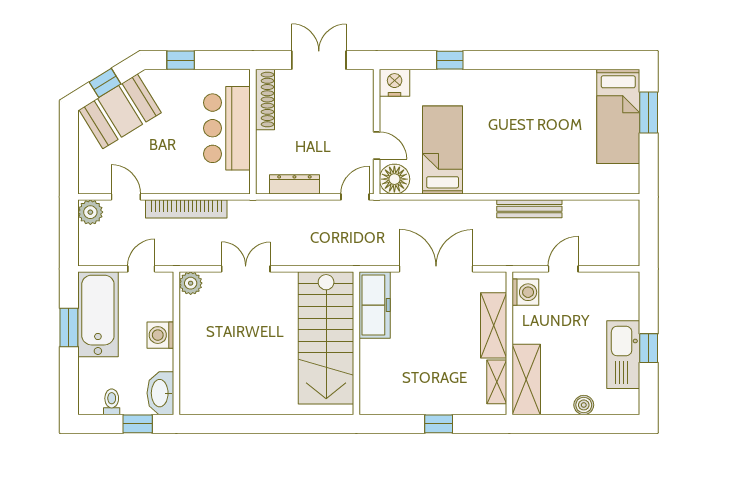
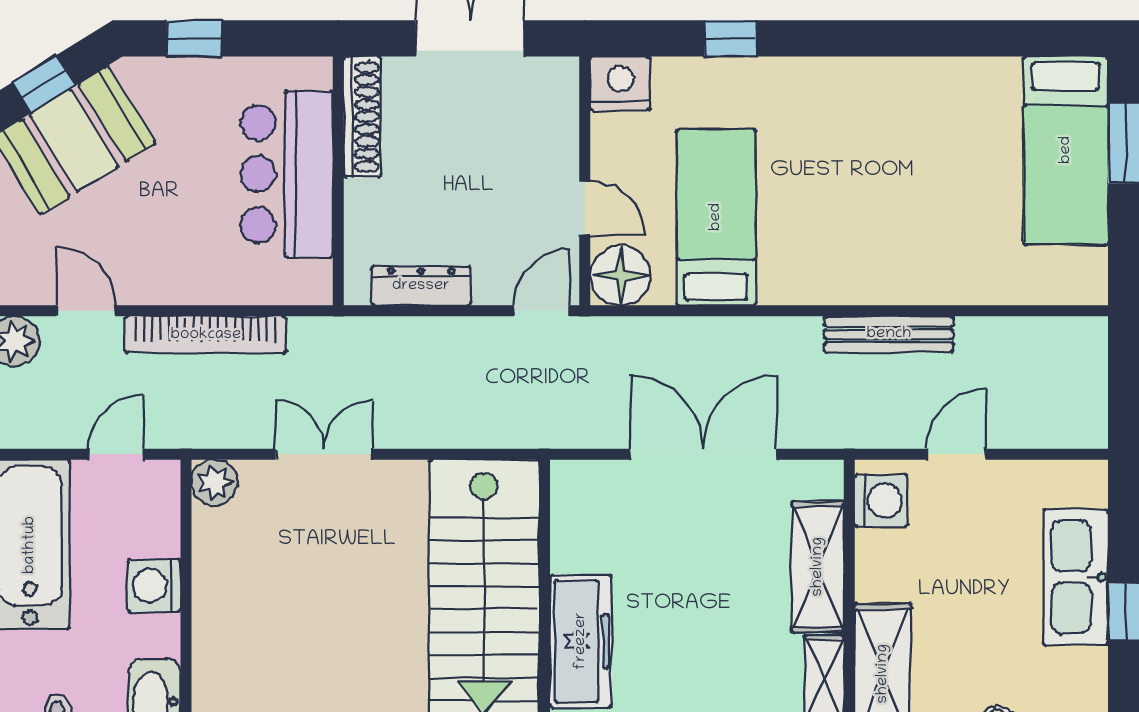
freezer: (375, 305) -> (581, 641), moved
kitchen sink: (623, 355) -> (1076, 577), moved

